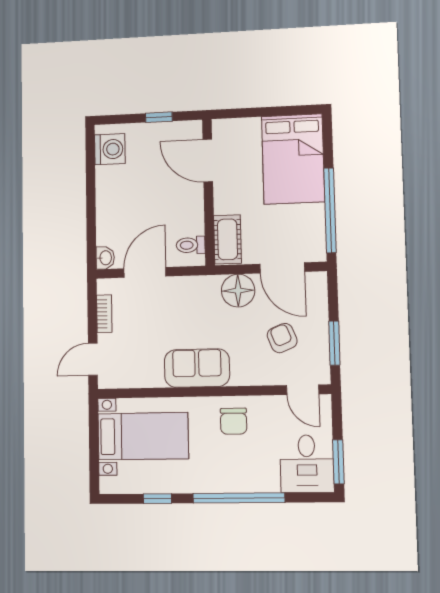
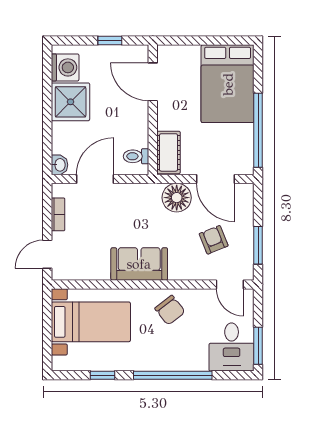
shower: (116, 187) -> (71, 102), added
chair: (234, 421) -> (170, 310), turned -38

